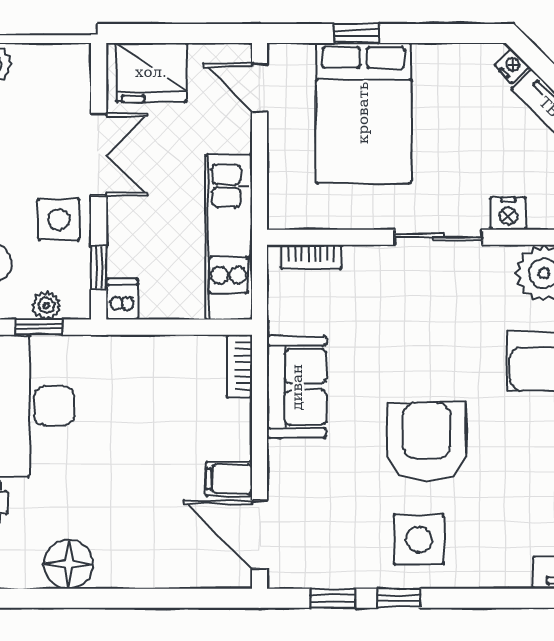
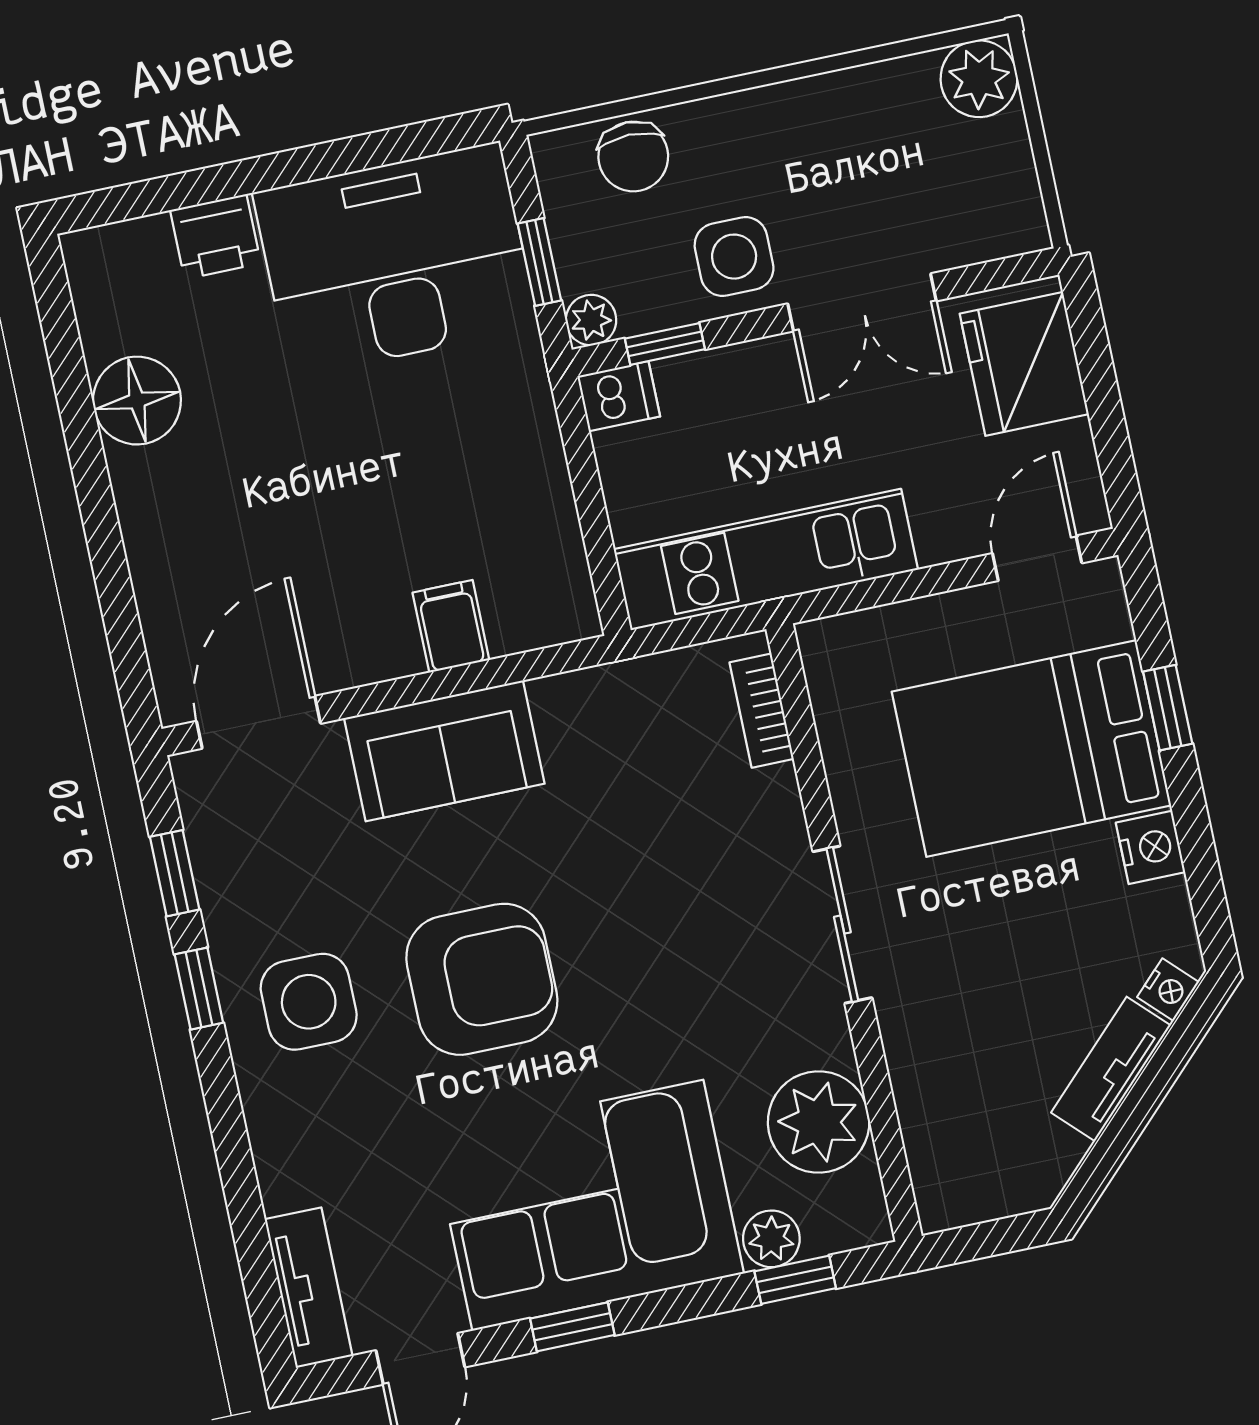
nightstand: (508, 214) -> (1151, 847), moved, turned 180
plant: (46, 305) -> (591, 320), moved
bookcase: (239, 366) -> (545, 625), removed
sofa: (297, 387) -> (444, 751), moved
filing cabinet: (229, 479) -> (451, 626), moved

